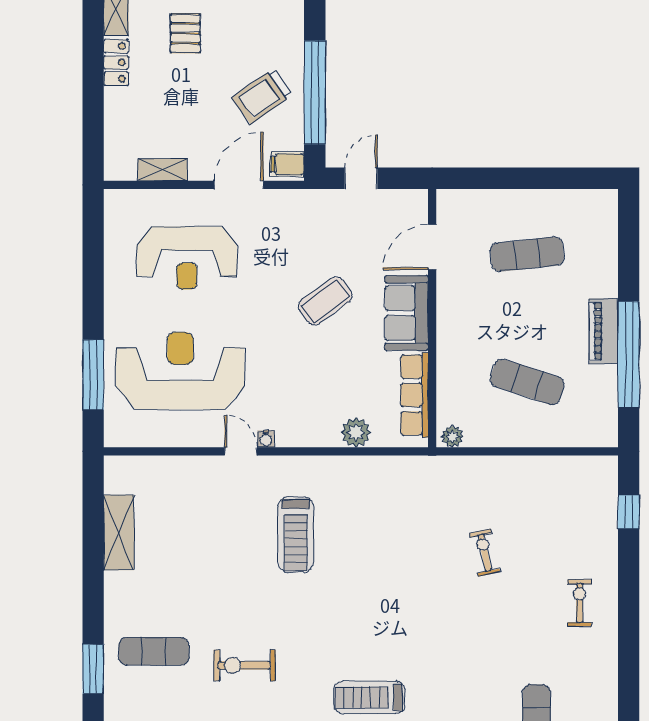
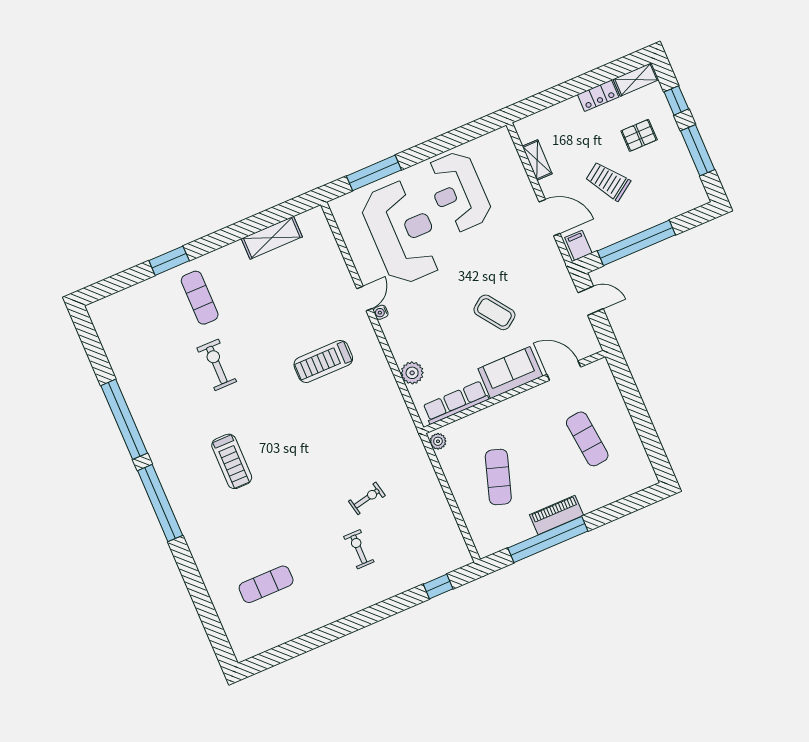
trolley: (262, 96) -> (608, 181), moved
reception desk: (187, 258) -> (458, 192), moved
exercise bike: (580, 603) -> (359, 549), moved, turned -90
treadmill: (369, 697) -> (232, 461), turned 180

